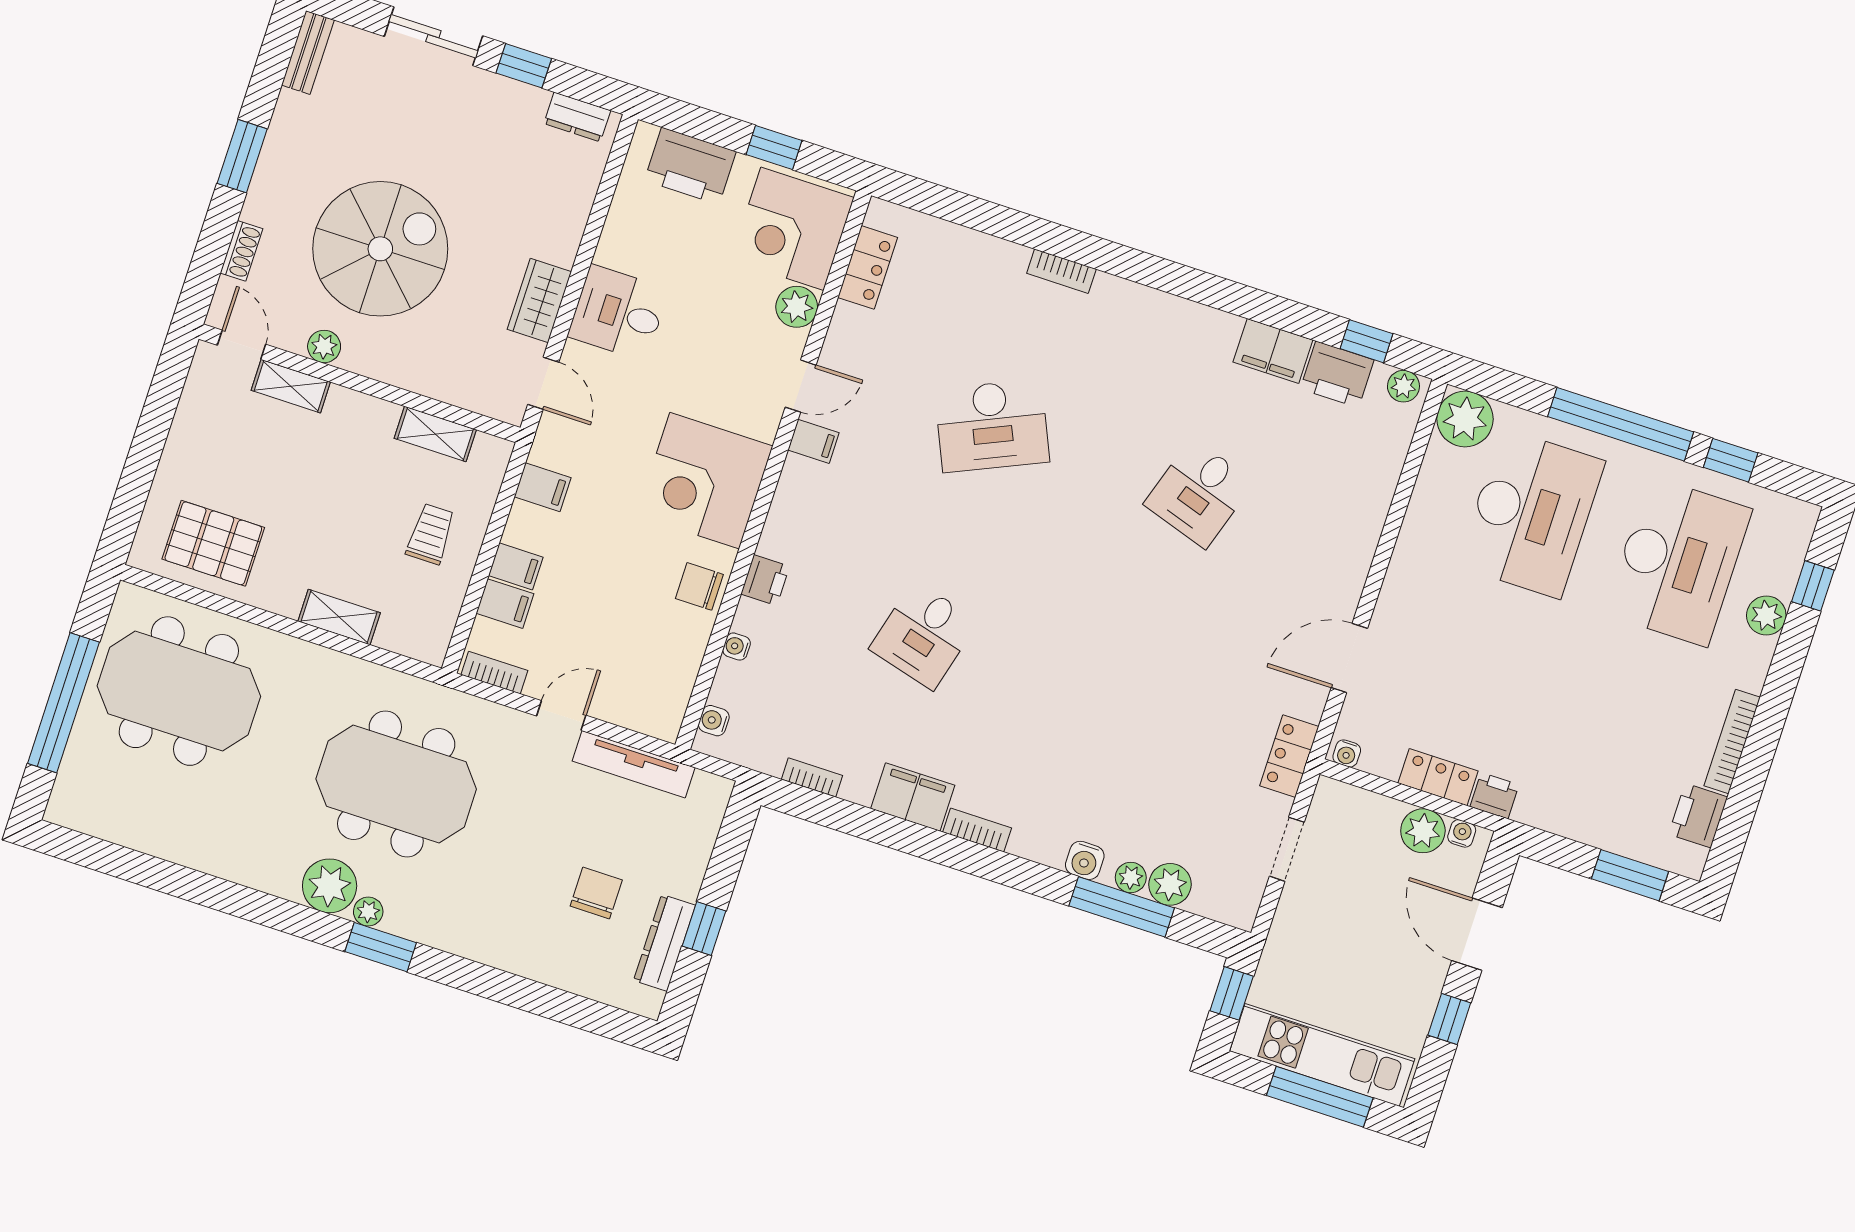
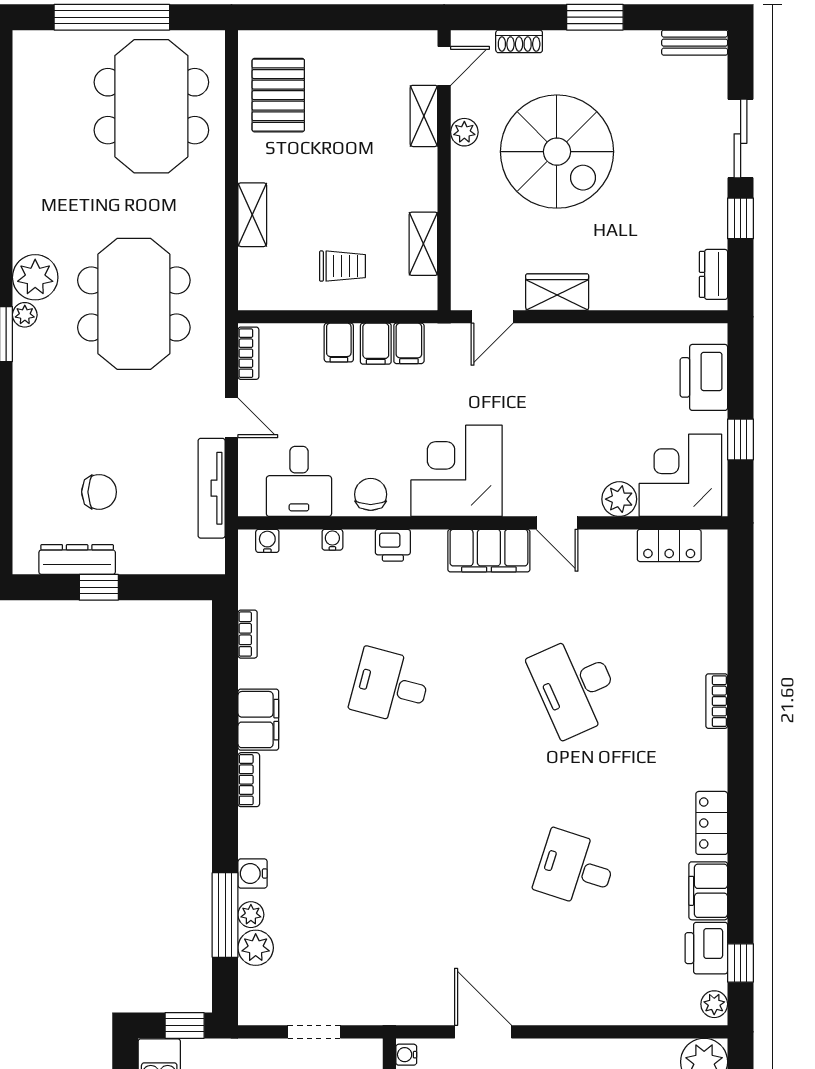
desk: (618, 313) -> (299, 481), moved, turned 180
filing cabinet: (813, 441) -> (489, 551), width x3.00, depth x1.17
filing cabinet: (505, 604) -> (376, 344), moved
locker: (1289, 756) -> (712, 823), moved, turned -90

